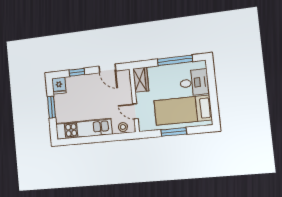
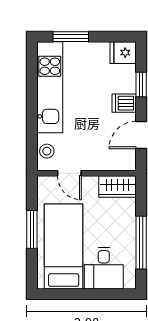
dishwasher: (89, 81) -> (124, 103), added
window: (51, 107) -> (71, 37), moved
door: (135, 111) -> (69, 173), swing flipped

